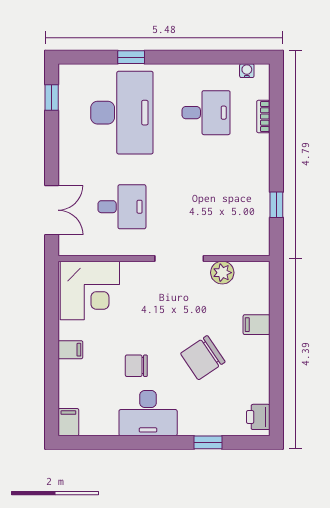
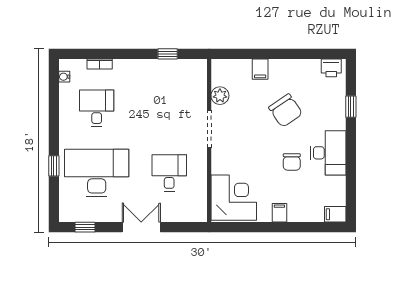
double door: (52, 210) -> (141, 227), moved

